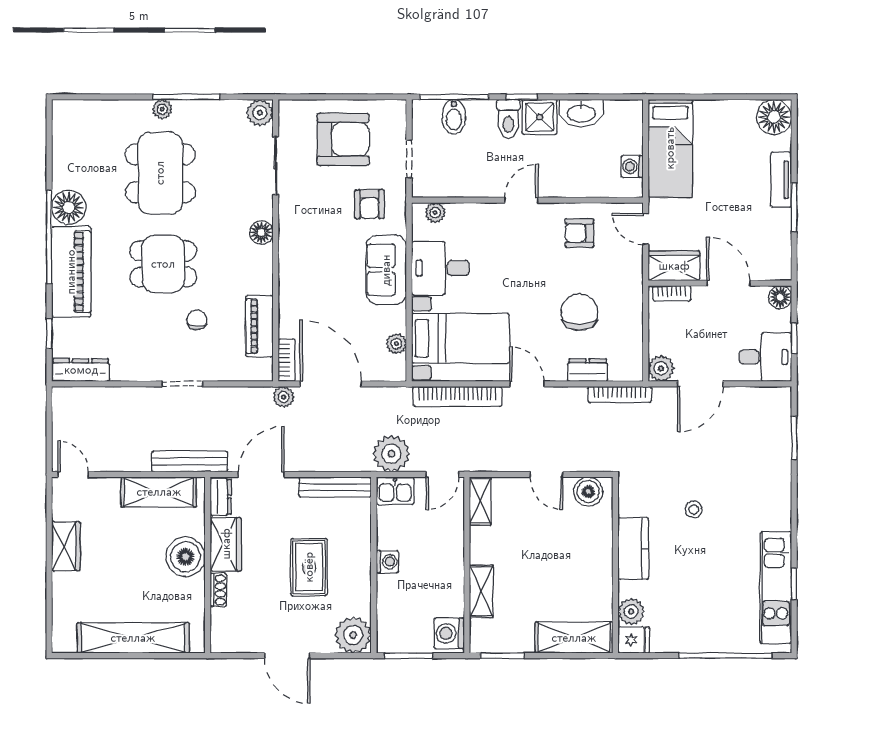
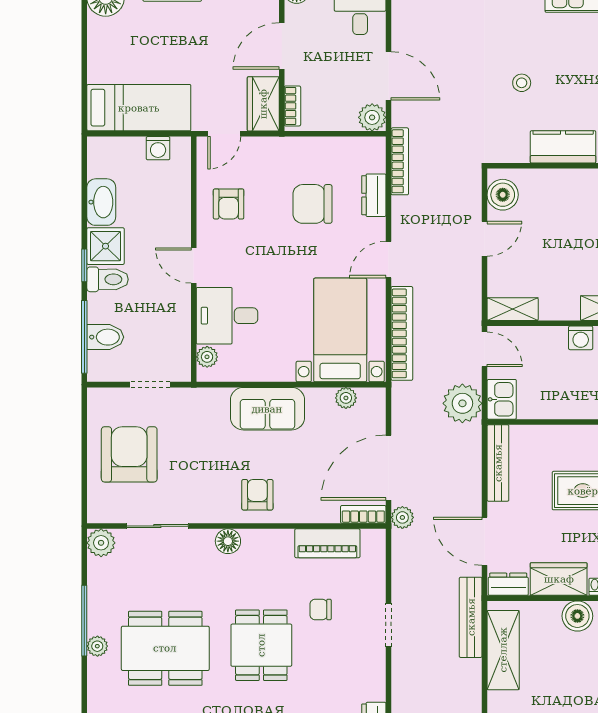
armchair: (369, 204) -> (257, 495), moved, turned -90
desk: (440, 268) -> (227, 316), moved, turned 90
boiler: (185, 557) -> (577, 616), width x0.73, depth x0.73
washing machine: (388, 562) -> (581, 338), moved, turned 180

